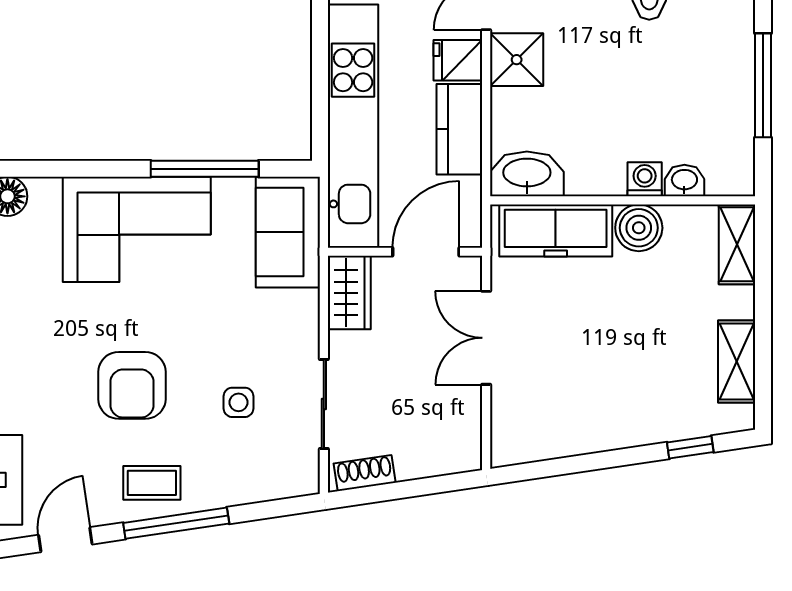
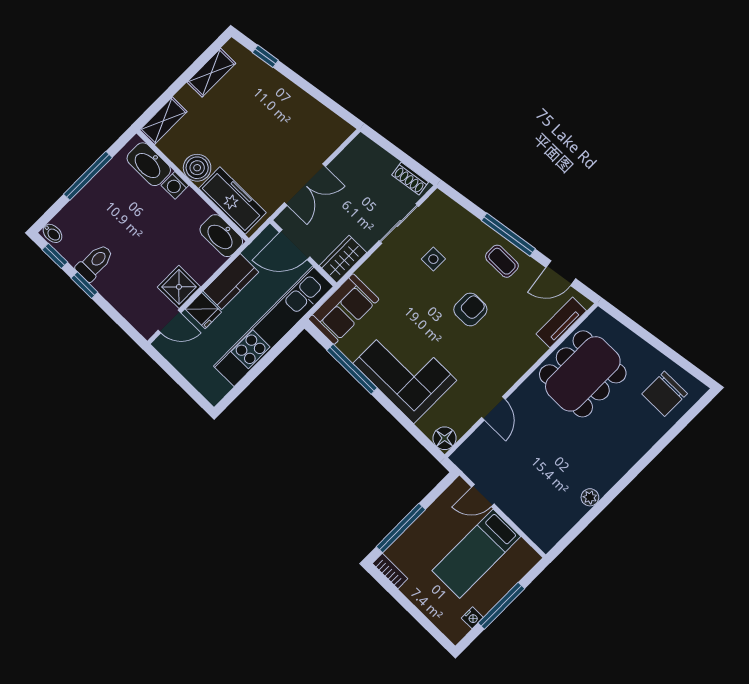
washbasin: (684, 181) -> (149, 164), width x1.91, depth x1.45
armchair: (132, 385) -> (470, 309), width x0.72, depth x0.72

